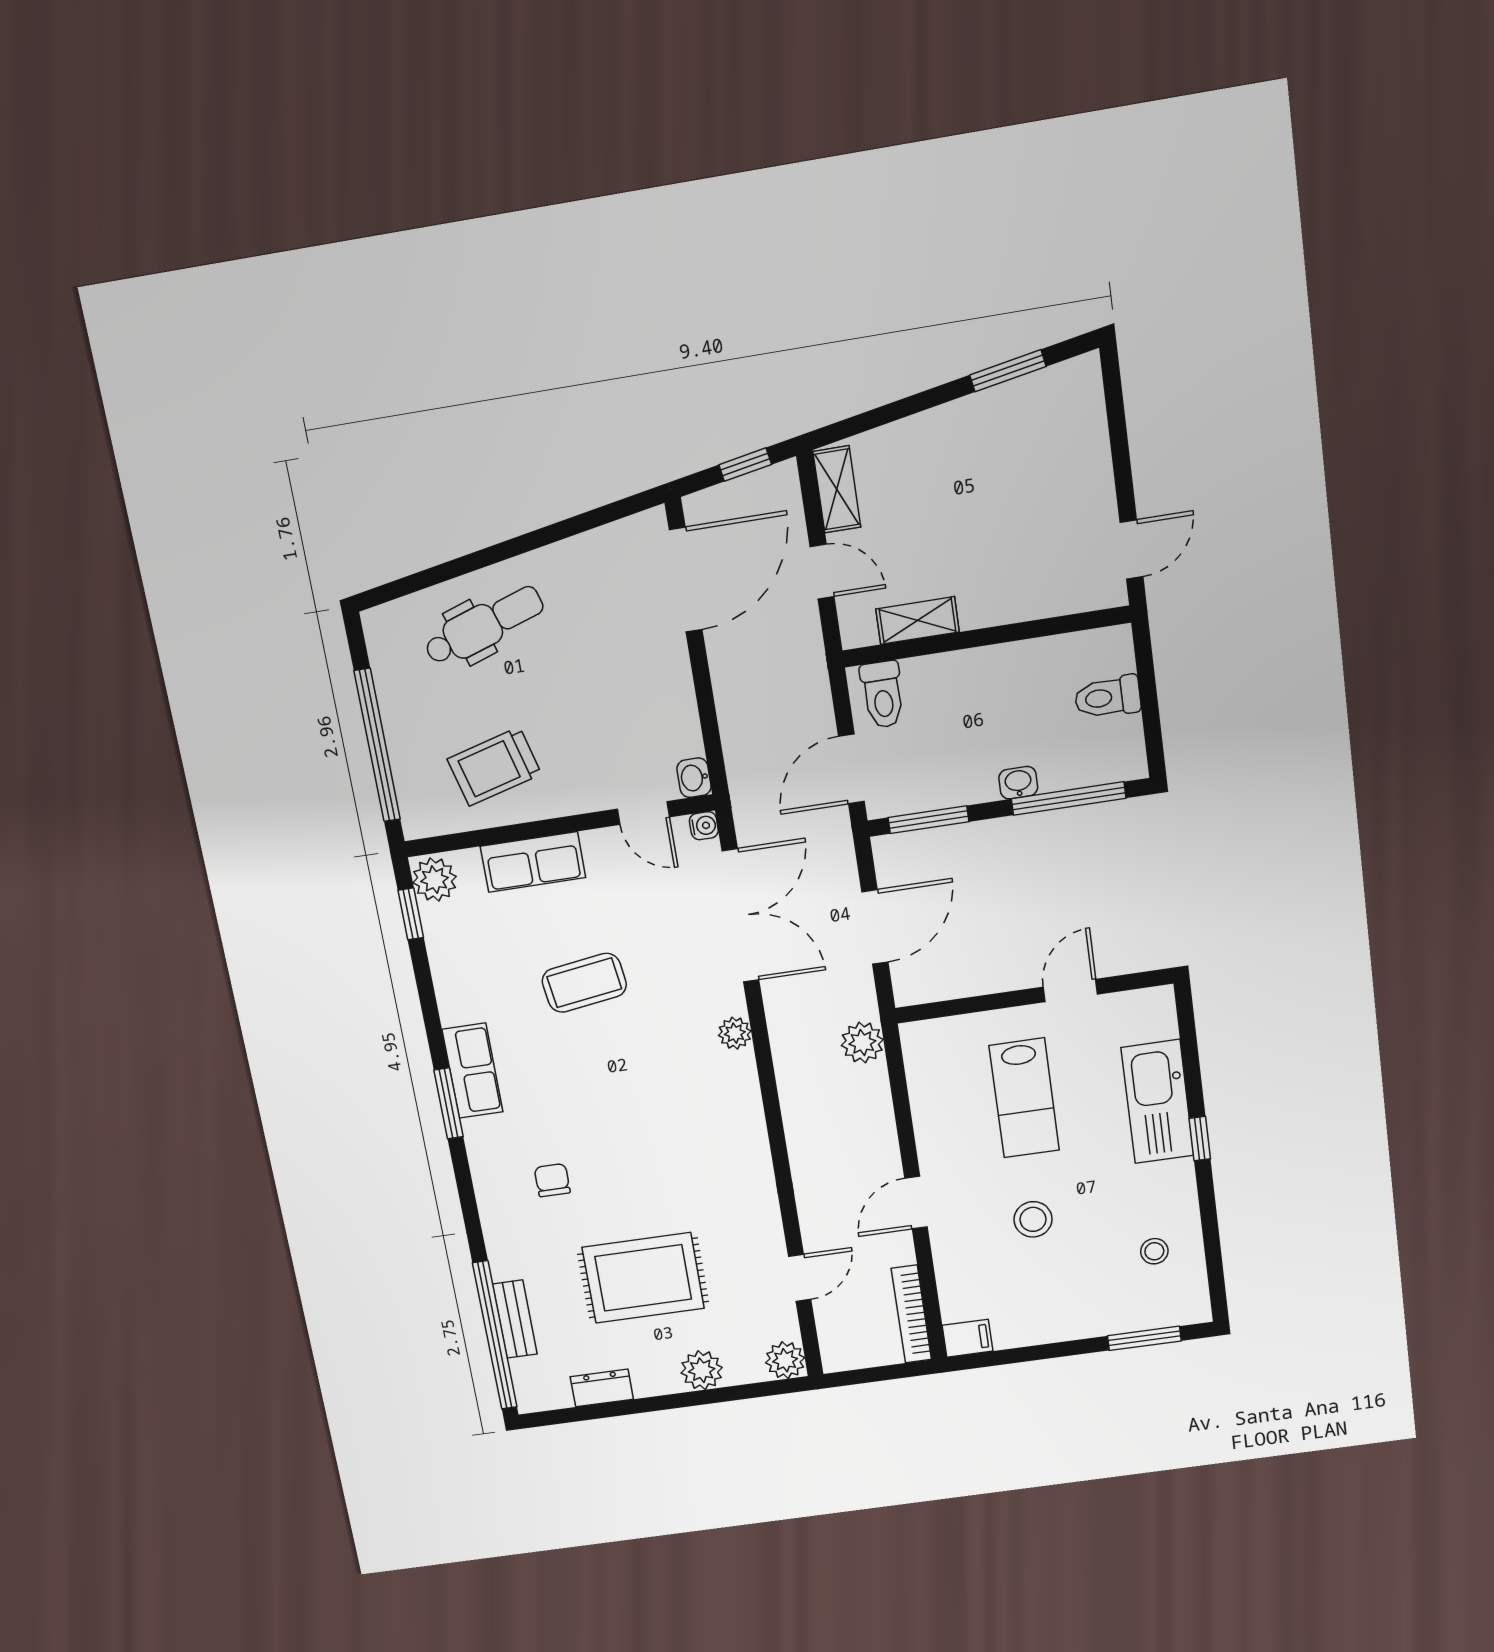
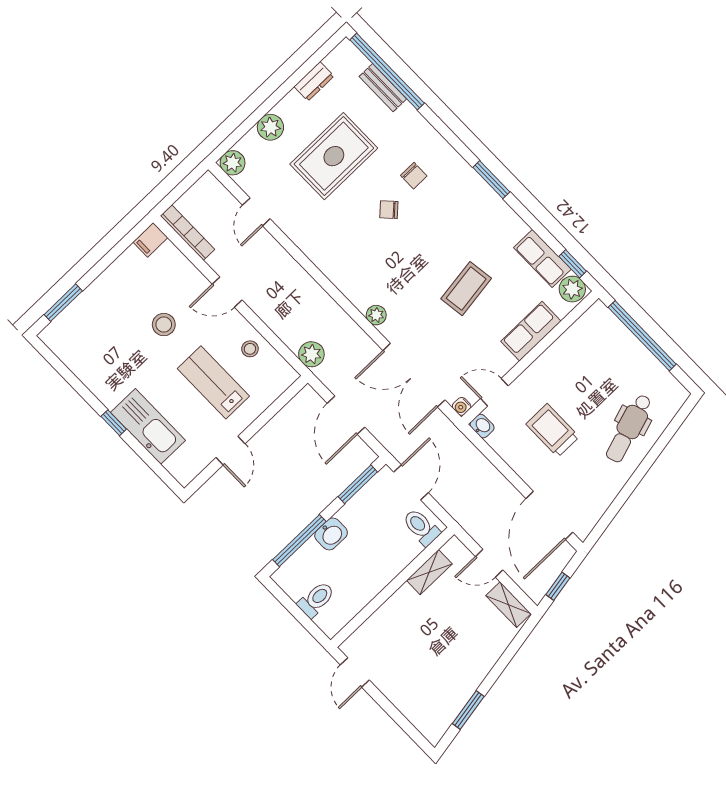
trolley: (494, 767) -> (552, 430), moved, turned -75
washbasin: (1018, 783) -> (331, 534), width x1.38, depth x1.45
row of seats: (473, 1071) -> (542, 258), moved
chair: (618, 1159) -> (389, 210), added
door: (916, 1203) -> (227, 292), swing flipped
stool: (1154, 1251) -> (250, 349), moved

